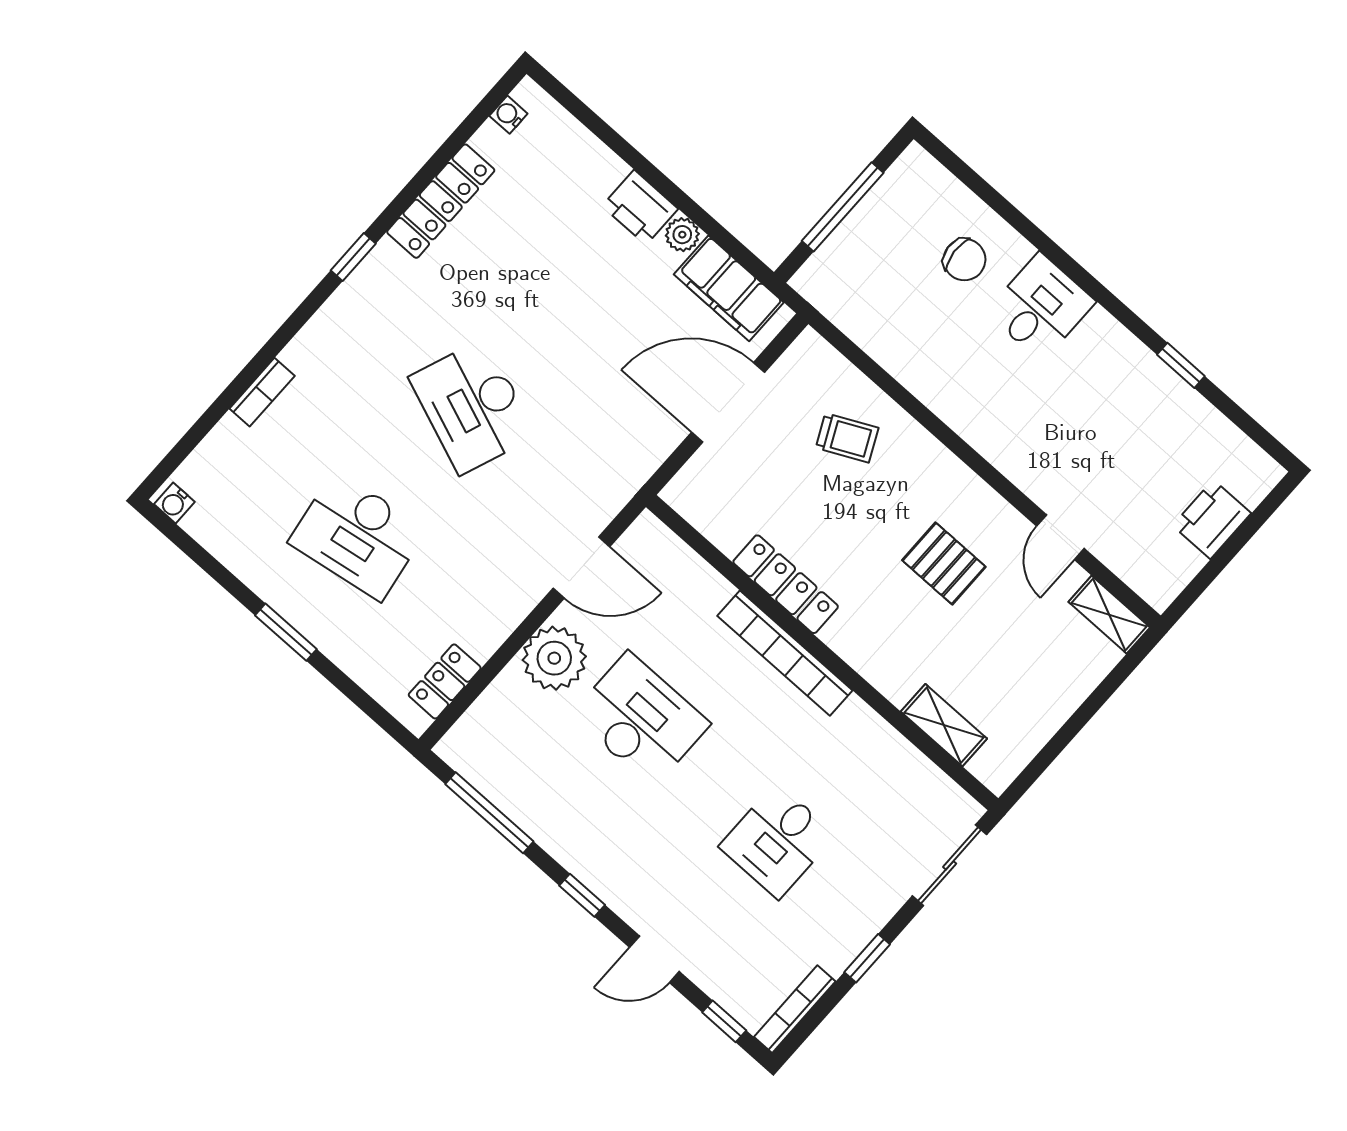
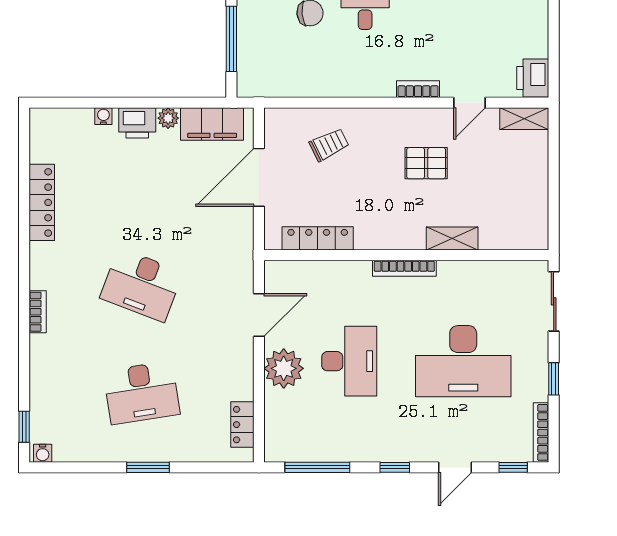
water cooler: (508, 115) -> (103, 116), moved, turned 90
window: (353, 257) -> (24, 427), moved
bookcase: (262, 392) -> (38, 312), moved
bookcase: (1013, 466) -> (418, 89), added
printer: (1212, 519) -> (533, 78), moved
door: (1060, 537) -> (469, 103), hinge flipped
locker: (786, 584) -> (318, 238), moved
bookcase: (785, 653) -> (404, 268), width x0.68, depth x0.76
desk: (641, 719) -> (349, 361), turned 90
shelving: (944, 725) -> (452, 238), moved
desk: (777, 841) -> (463, 361), width x1.87, depth x1.30

